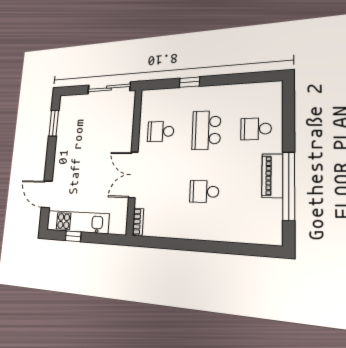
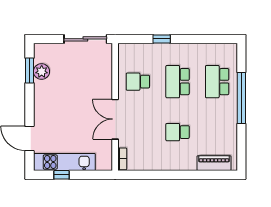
plant: (65, 124) -> (42, 72), added
school desk: (256, 129) -> (217, 82), width x1.85
piano: (272, 176) -> (214, 163), moved, turned 90
window: (289, 186) -> (241, 98), moved

